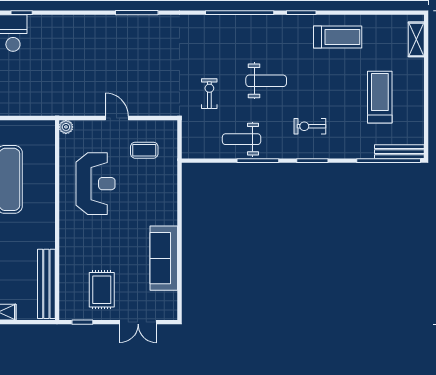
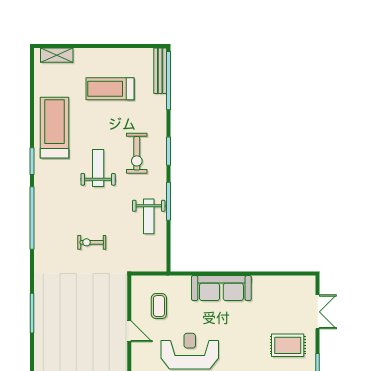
treadmill: (338, 37) -> (54, 128), width x1.37, depth x1.38
weight bench: (266, 81) -> (98, 168), moved
exercise bike: (209, 94) -> (92, 242), moved
door: (117, 118) -> (129, 331), swing flipped
exercise bike: (310, 126) -> (137, 153), width x1.38, depth x1.39
sofa: (164, 258) -> (221, 288), moved

